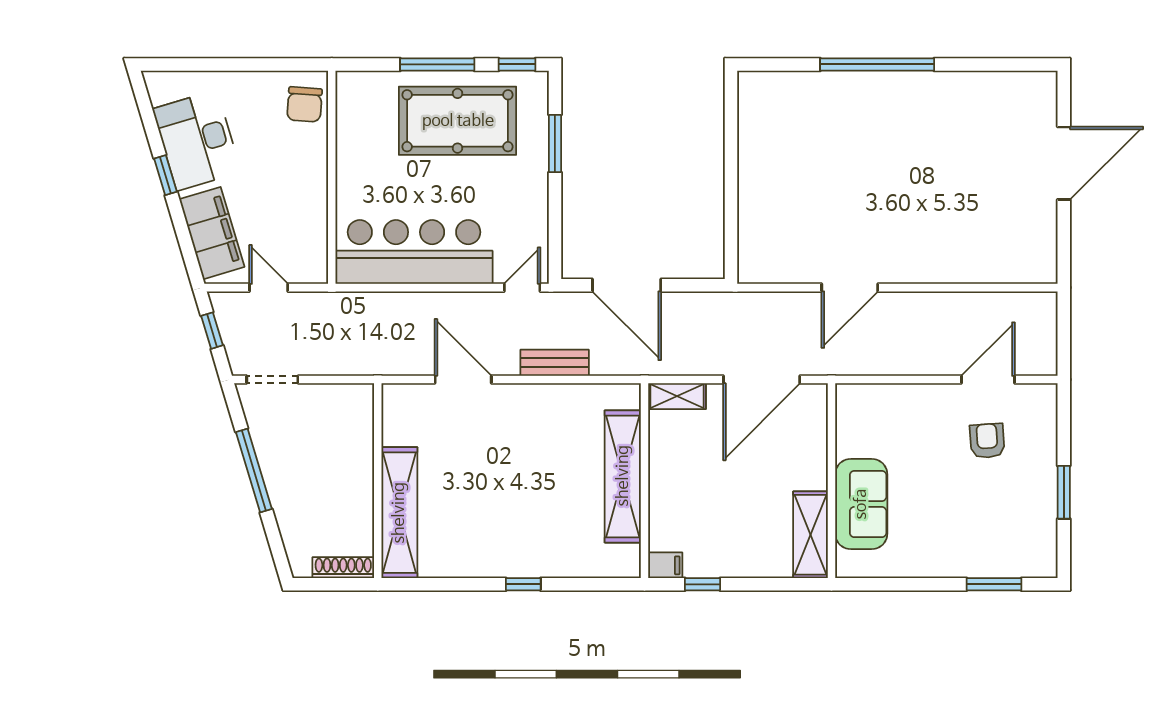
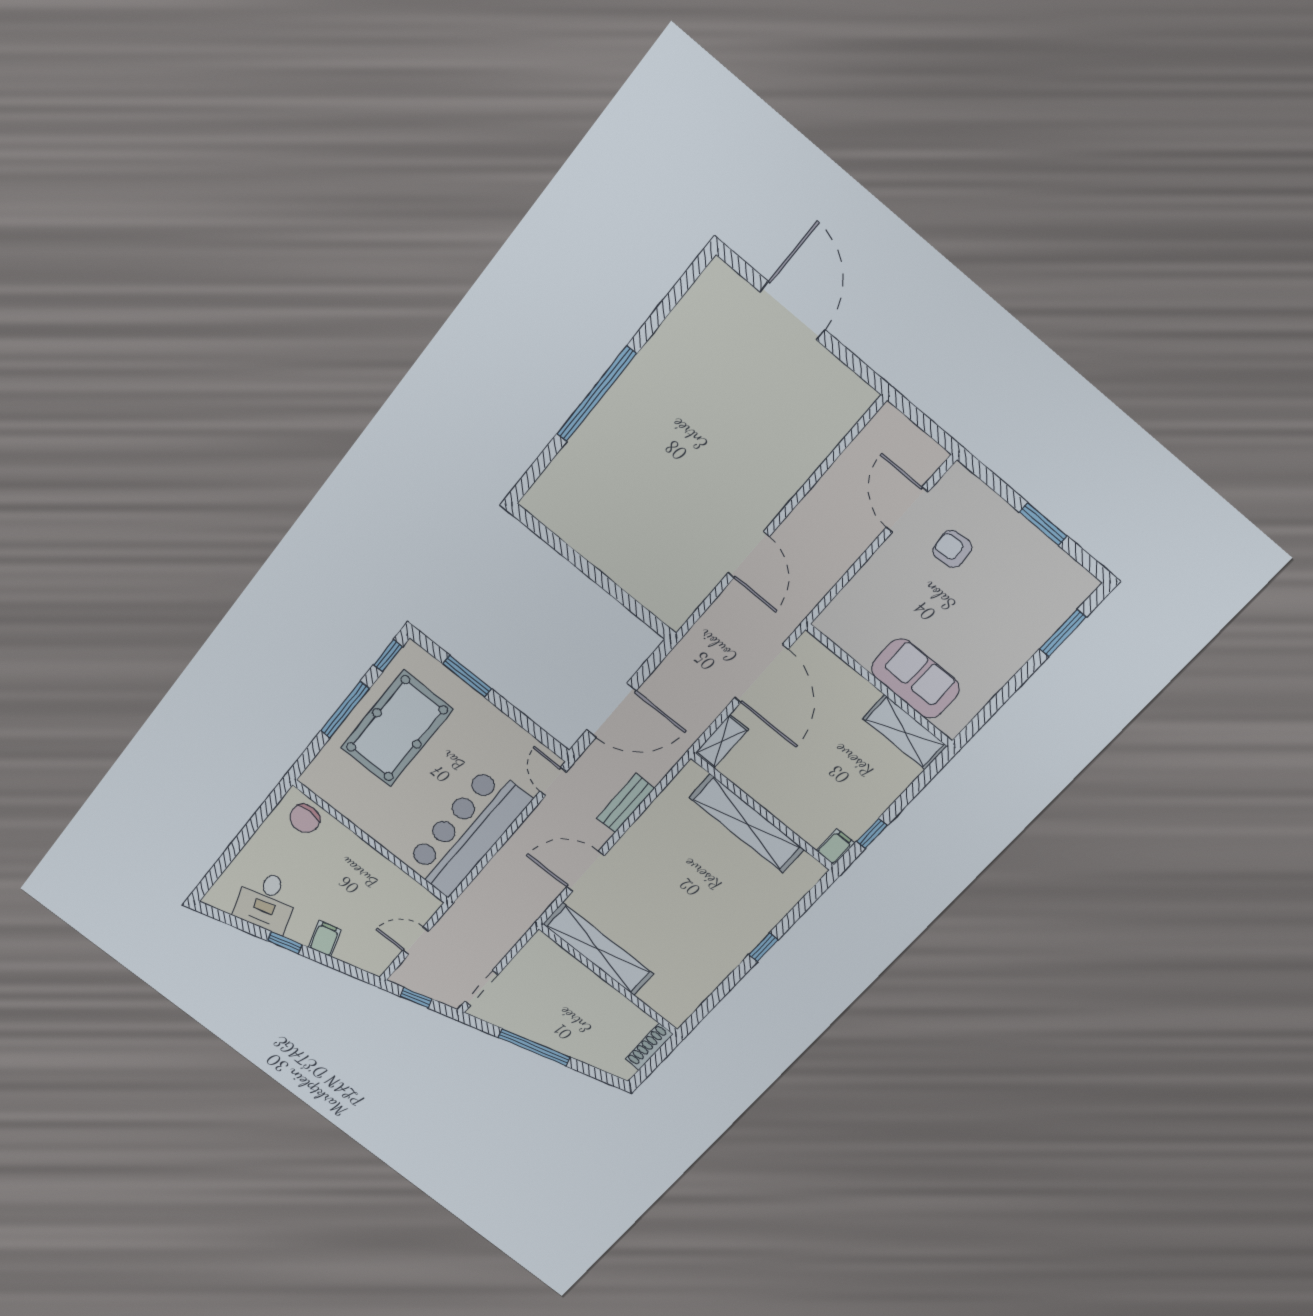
chair: (305, 104) -> (305, 818), turned 86
desk: (197, 140) -> (266, 901), width x0.73
filing cabinet: (212, 233) -> (325, 939), width x0.33, depth x0.86
shelving: (399, 513) -> (598, 949), moved

